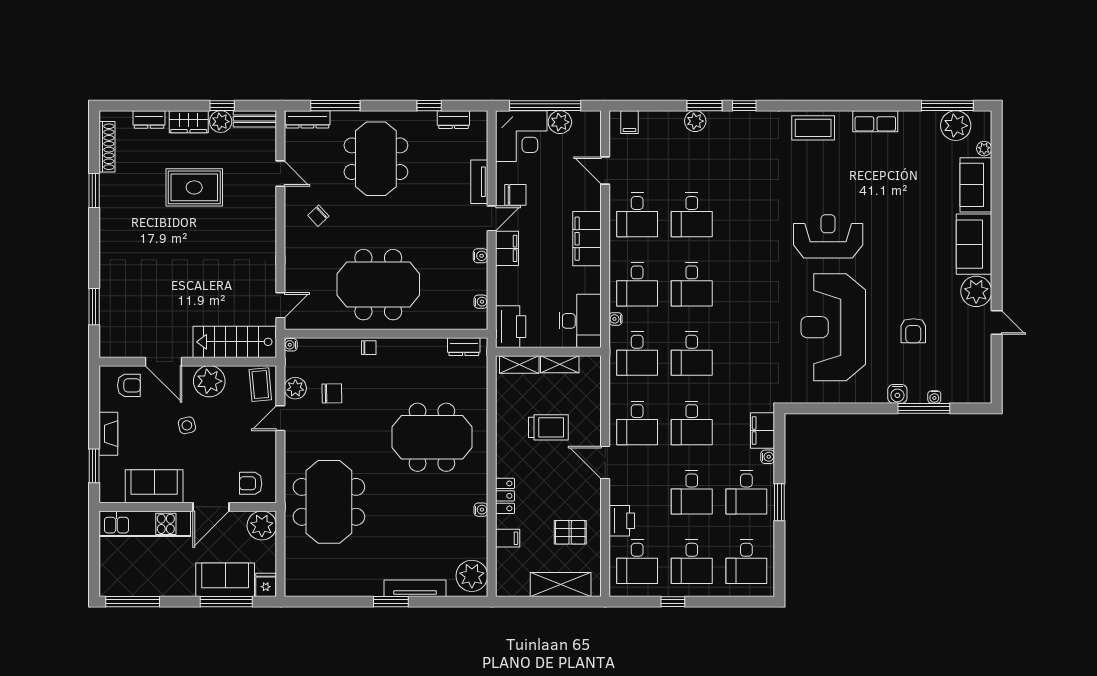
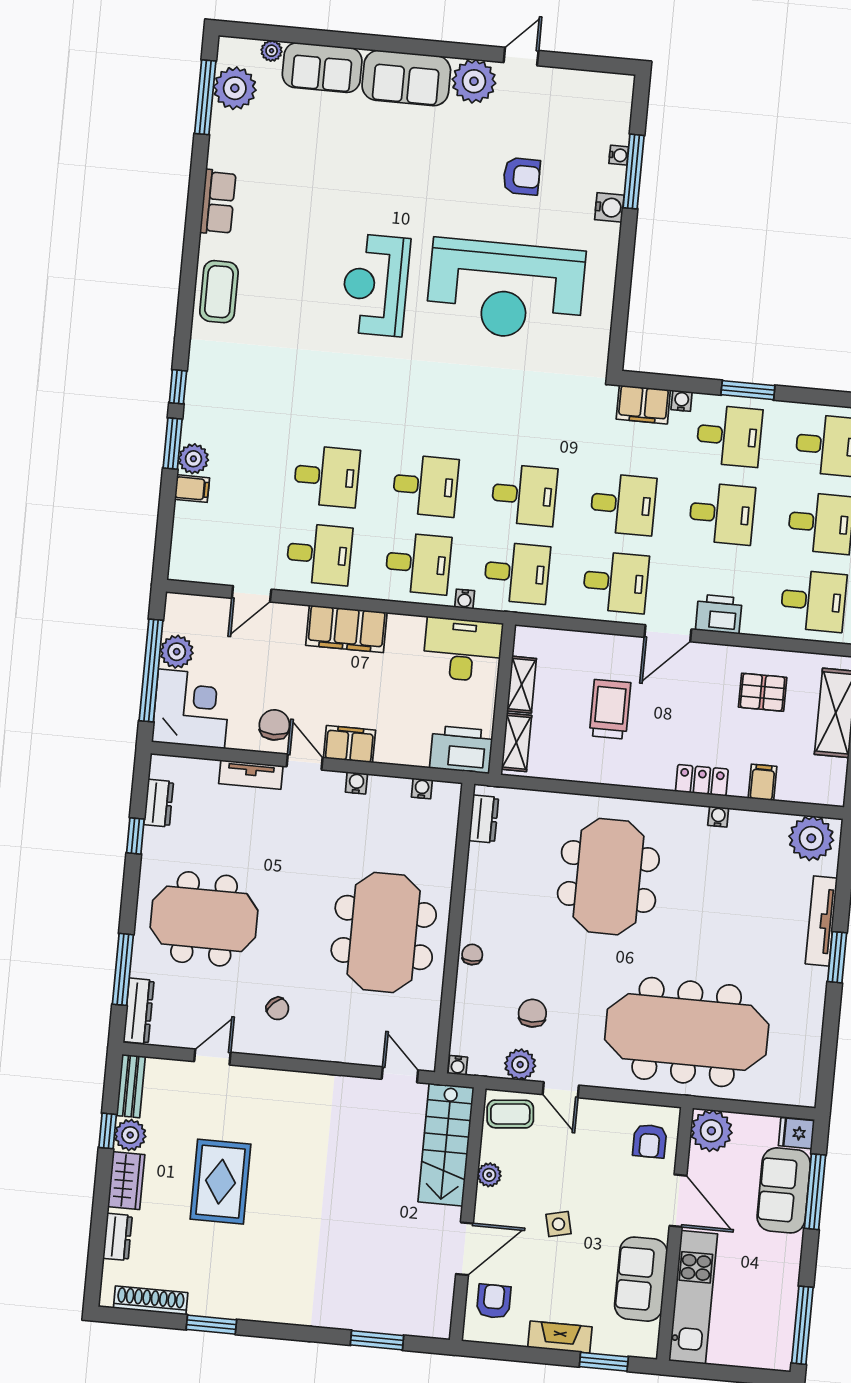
filing cabinet: (629, 122) -> (192, 489), moved
plant: (209, 381) -> (489, 1175), width x0.53, depth x0.53
meeting table: (329, 502) -> (687, 1032), width x1.36
printer: (622, 521) -> (719, 614), moved
pallet: (570, 532) -> (763, 692), turned 90

